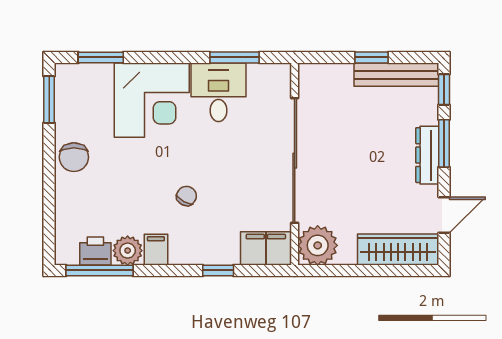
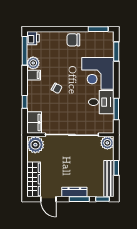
plant: (313, 78) -> (107, 143), added
printer: (95, 251) -> (33, 38), moved

